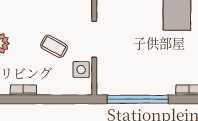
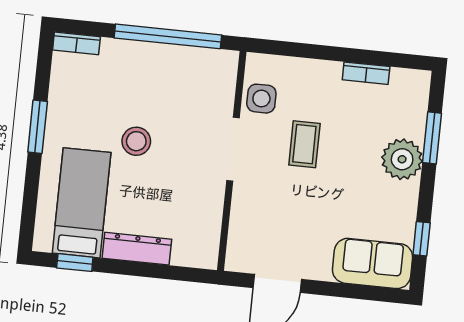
stool: (149, 38) -> (136, 141), added
coffee table: (54, 46) -> (304, 144), turned 61

